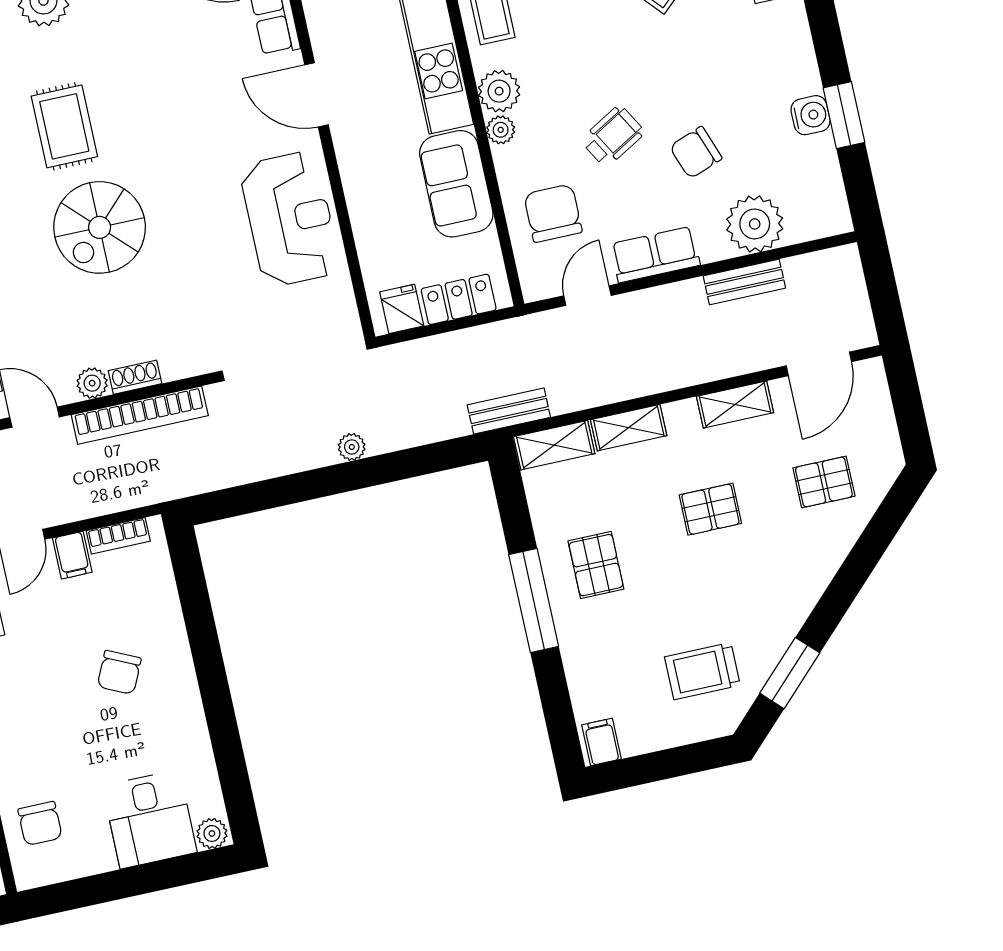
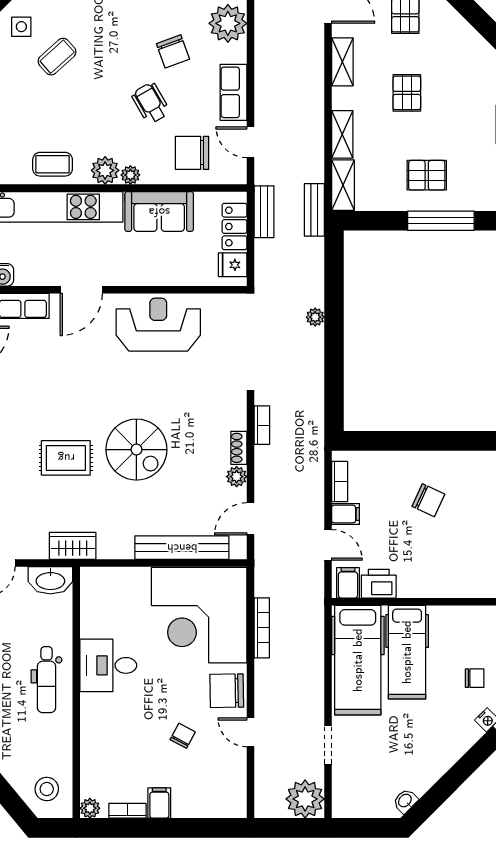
bench: (744, 282) -> (264, 212), moved
bookcase: (140, 415) -> (262, 425), width x0.43, depth x0.76

